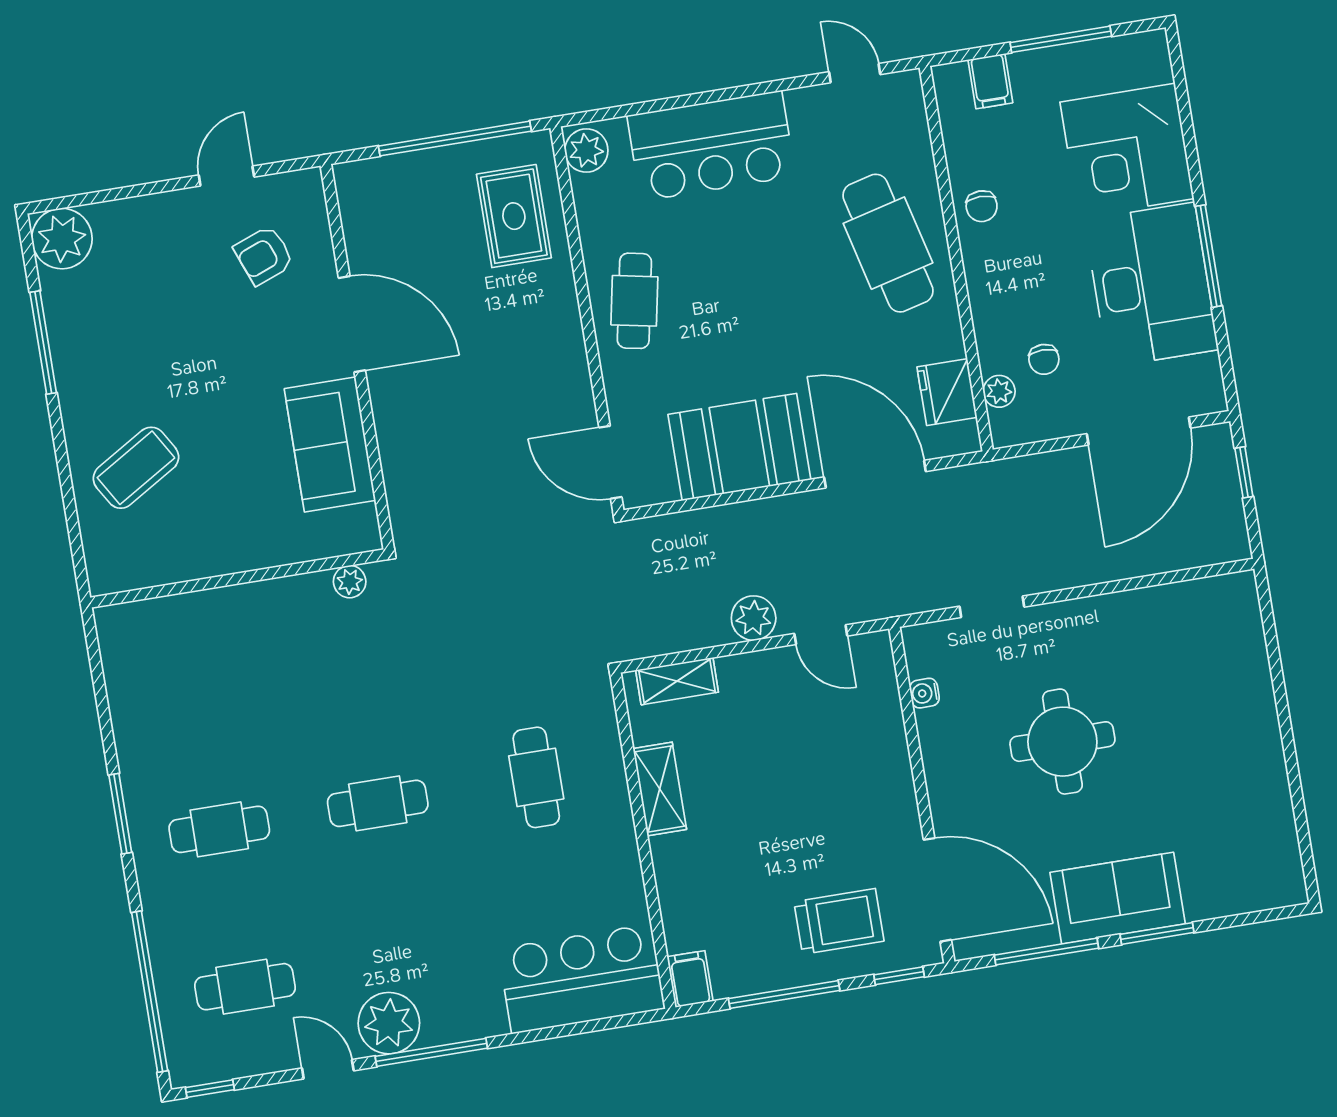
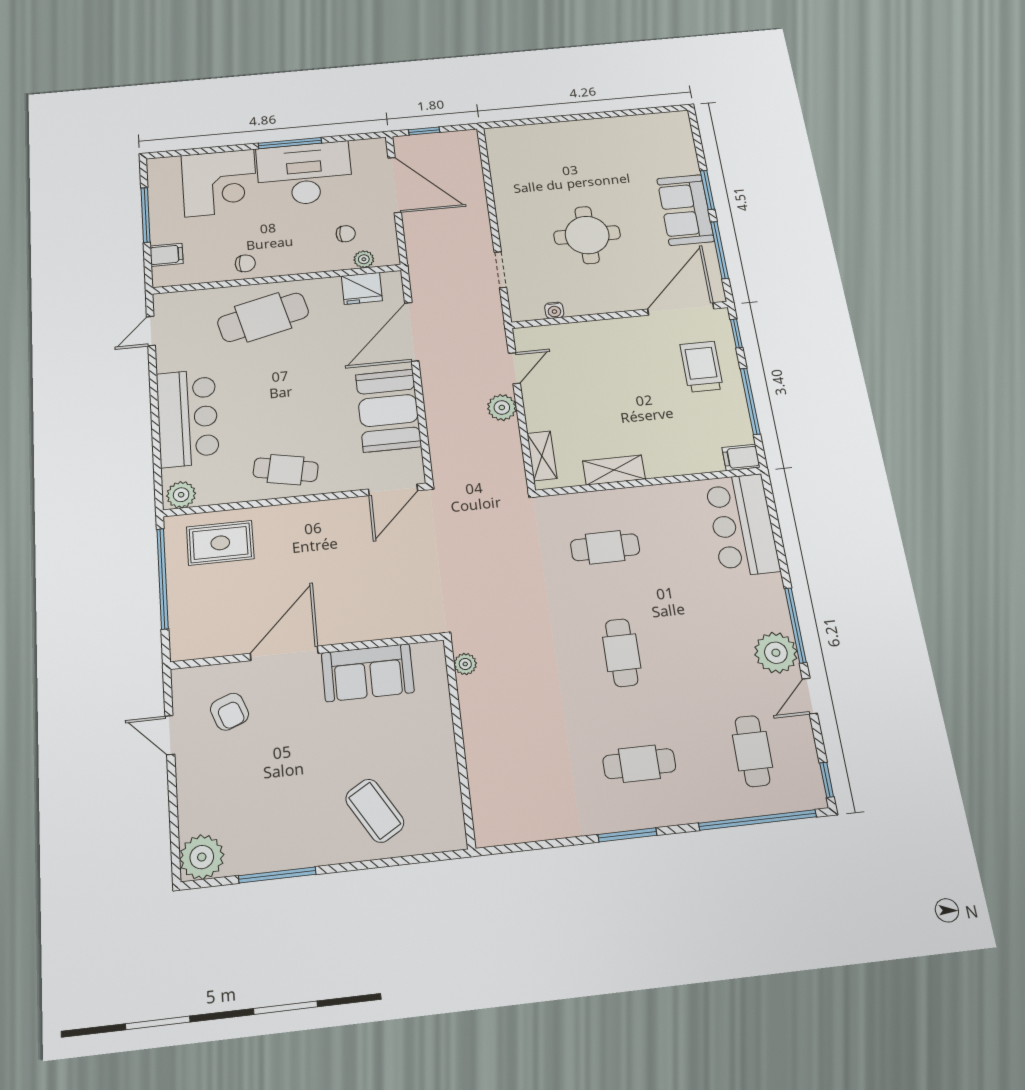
cafe table: (219, 829) -> (639, 764), turned 90

